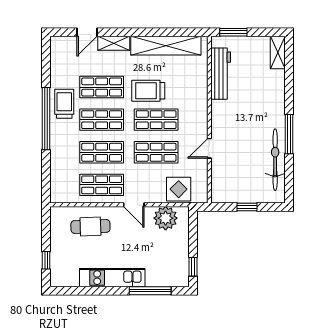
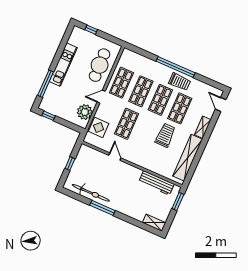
door: (87, 32) -> (221, 104), moved
shop shelf: (156, 120) -> (146, 132), removed
cafe table: (90, 226) -> (100, 65), width x1.37, depth x1.35

